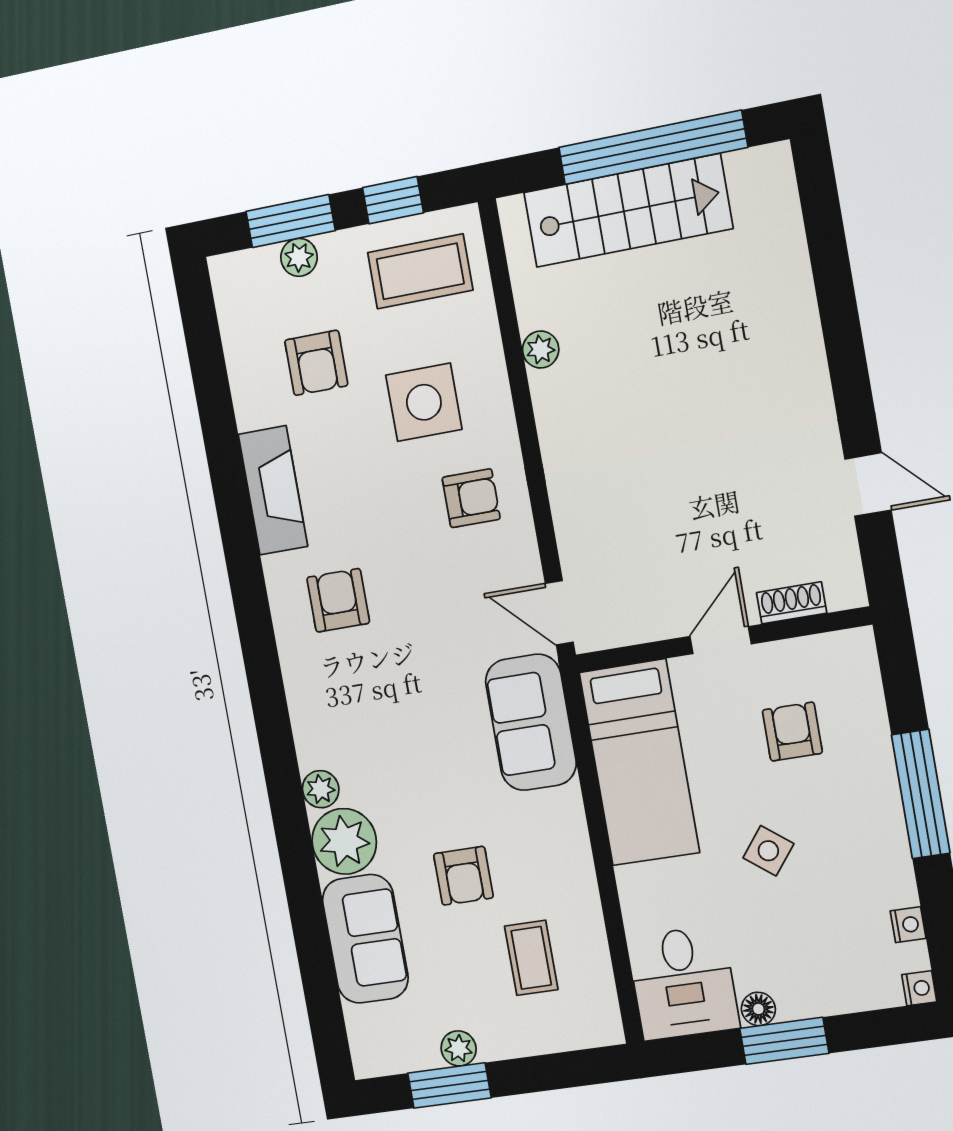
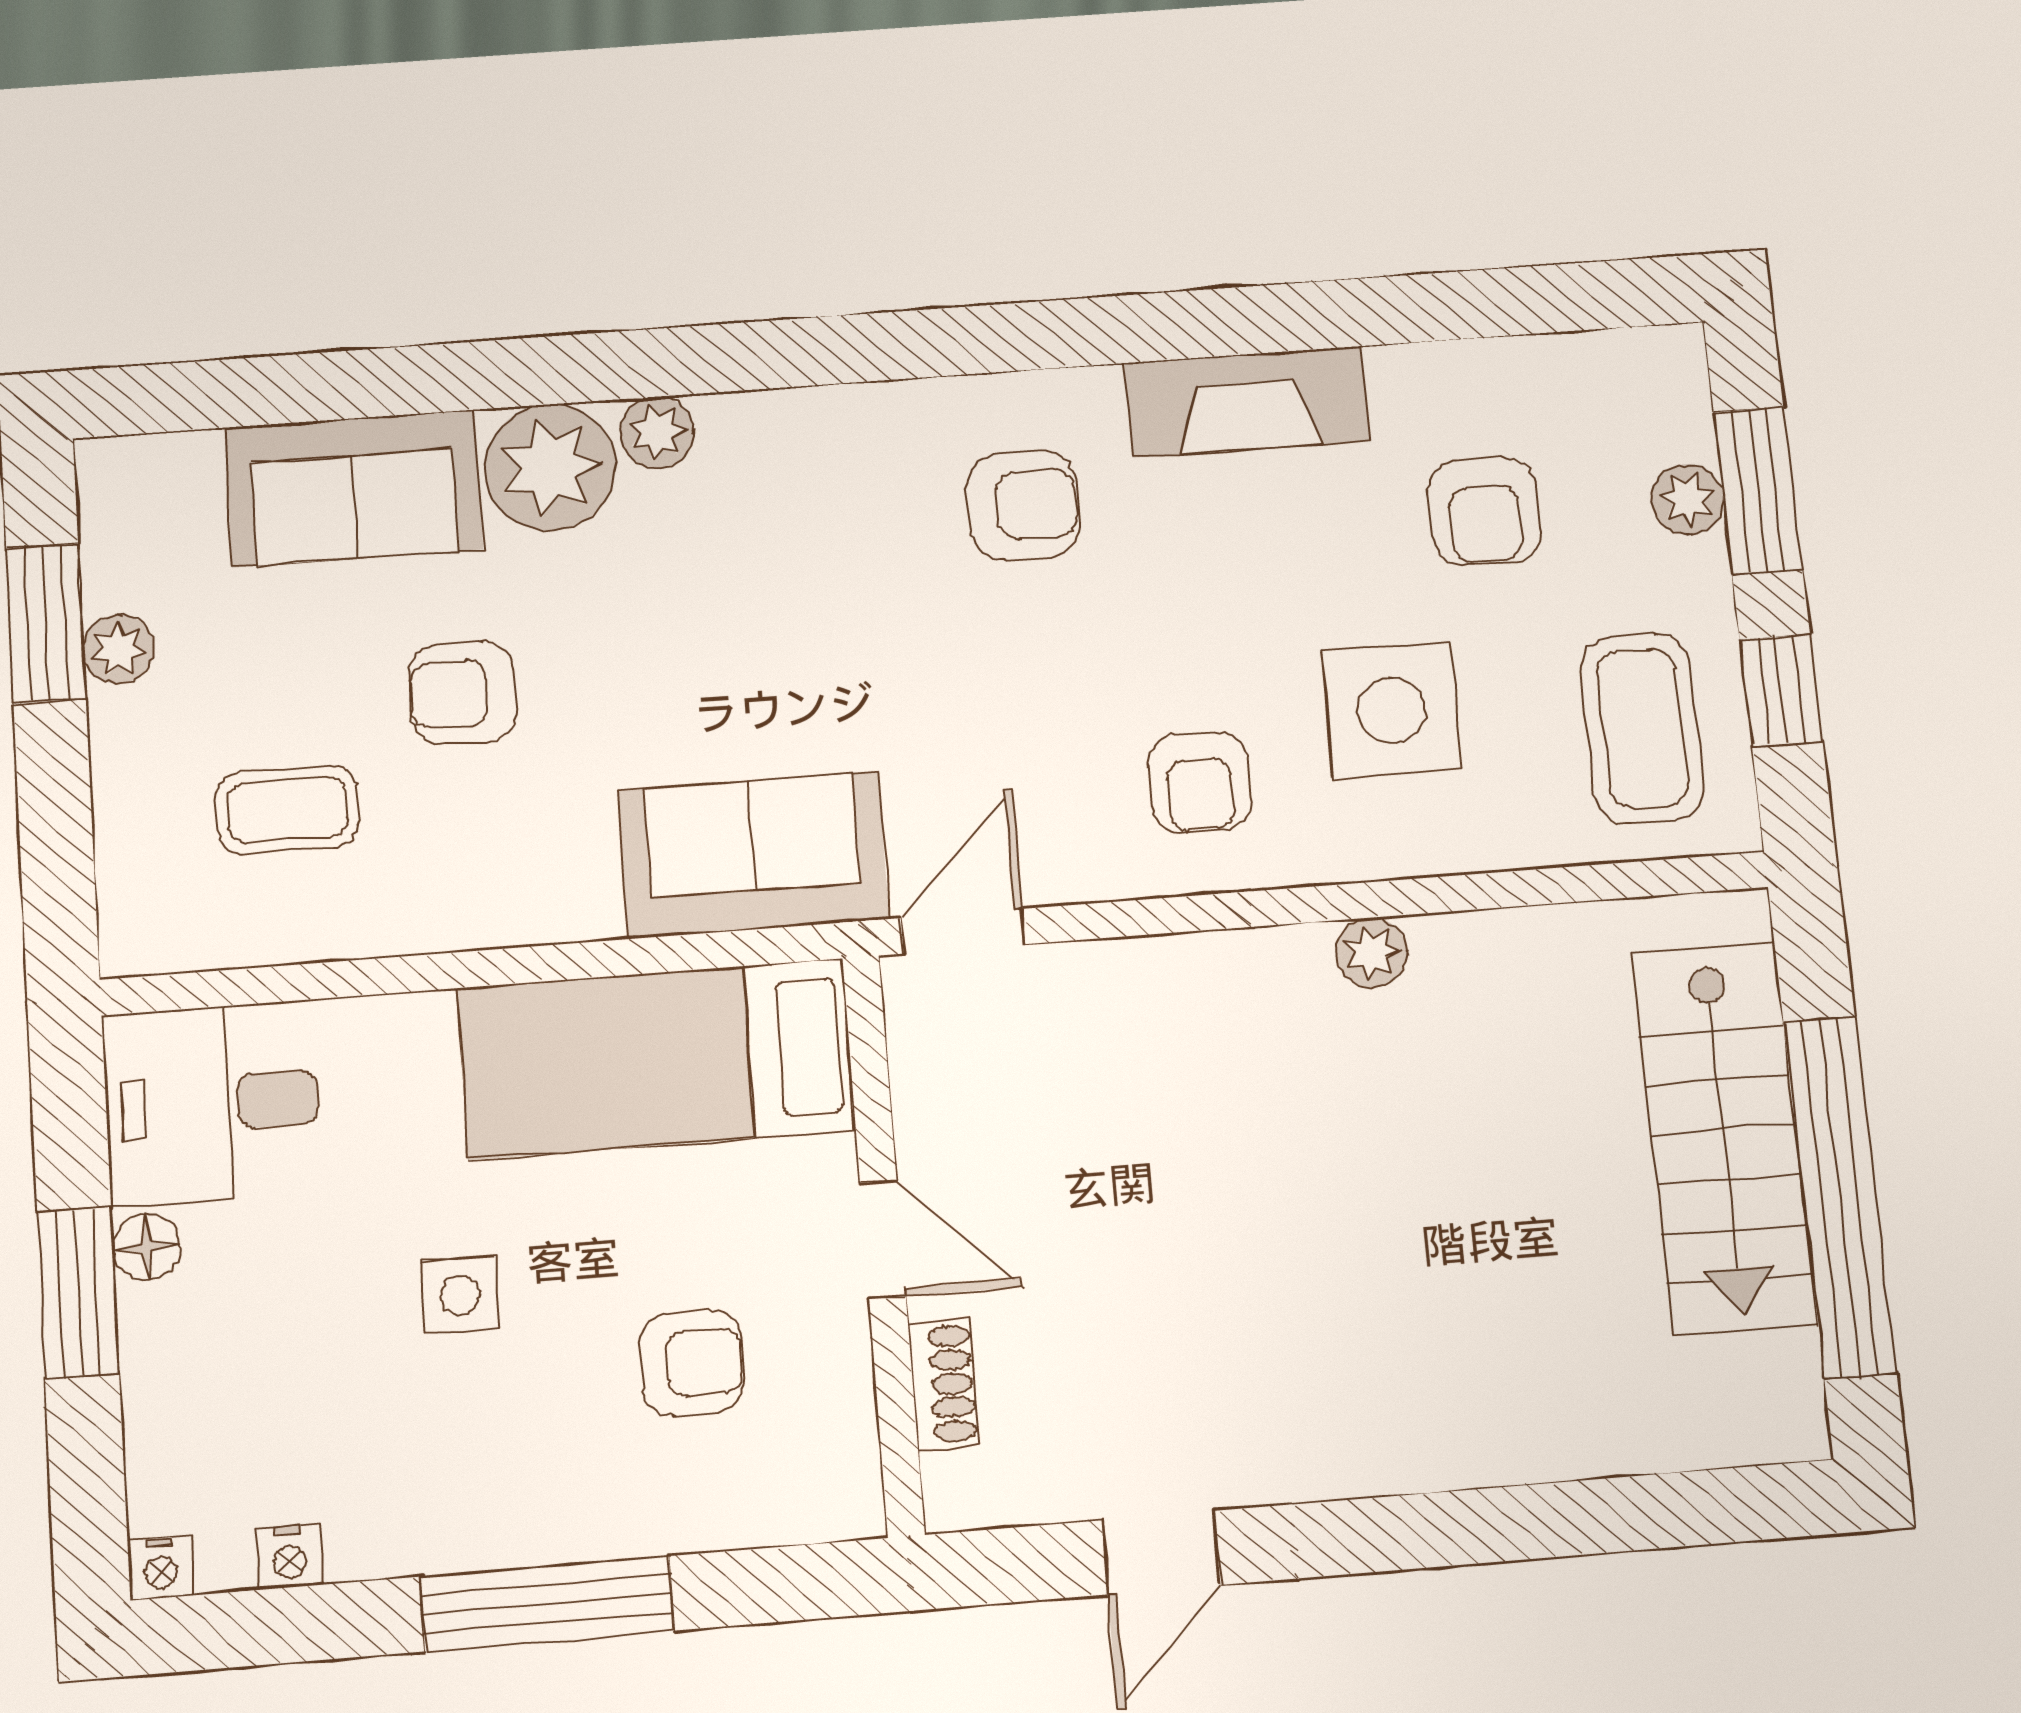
plant: (541, 350) -> (1372, 953), moved
armchair: (316, 363) -> (1484, 511), turned -90
side table: (768, 851) -> (460, 1295), turned -38

